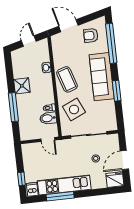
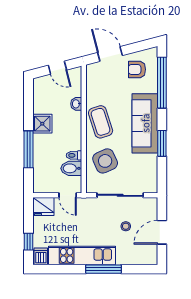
door: (29, 41) -> (57, 68), swing flipped
fridge: (115, 180) -> (43, 207), moved, turned 180
window: (60, 196) -> (103, 269), moved

